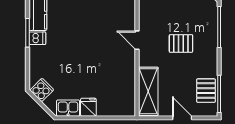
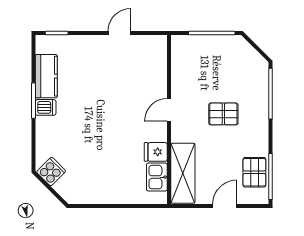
door: (137, 40) -> (169, 110), hinge flipped
fridge: (88, 107) -> (156, 152), moved, turned -90
kitchen sink: (68, 108) -> (157, 177), moved, turned -90
door: (182, 118) -> (225, 206), hinge flipped

